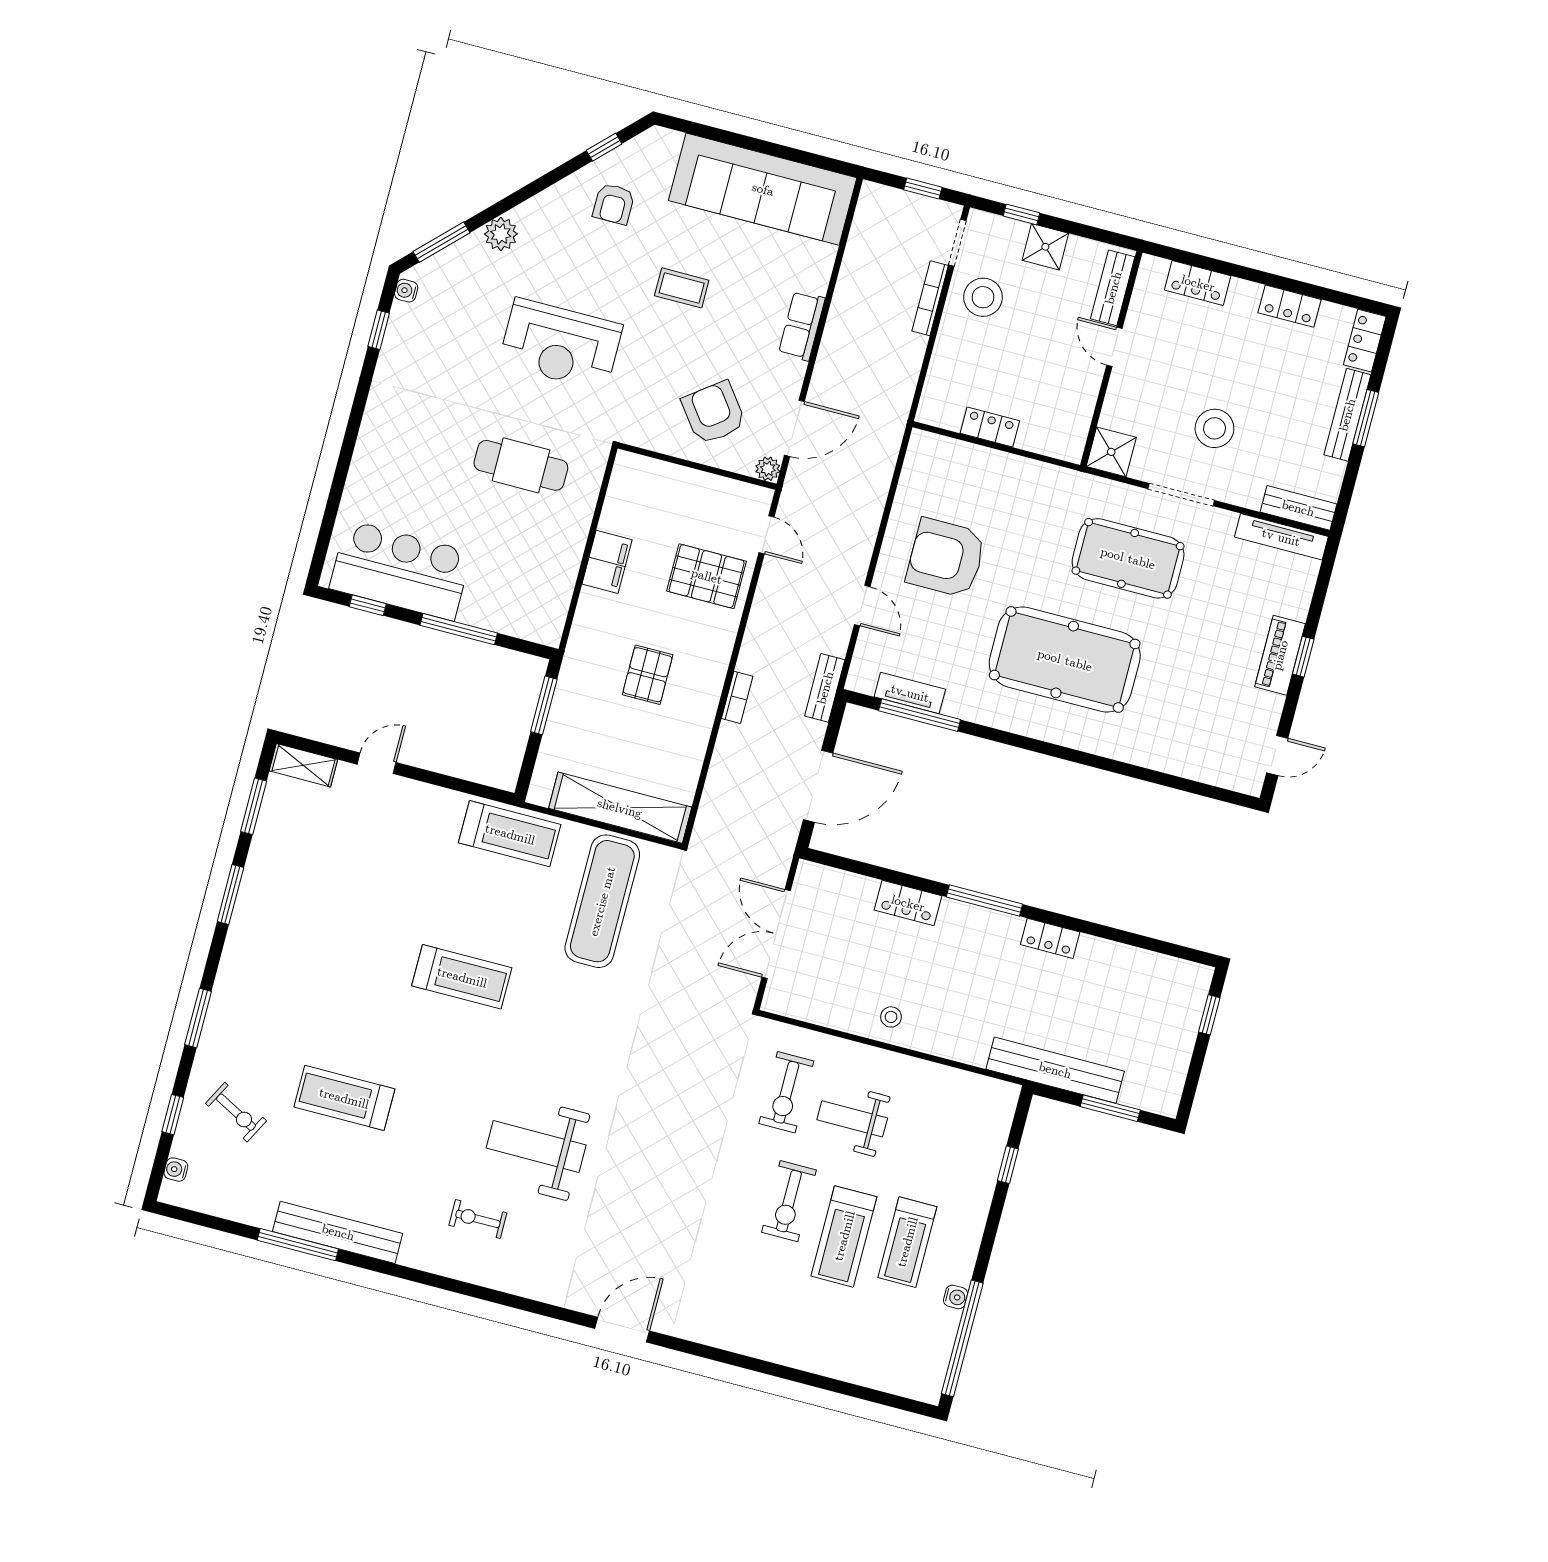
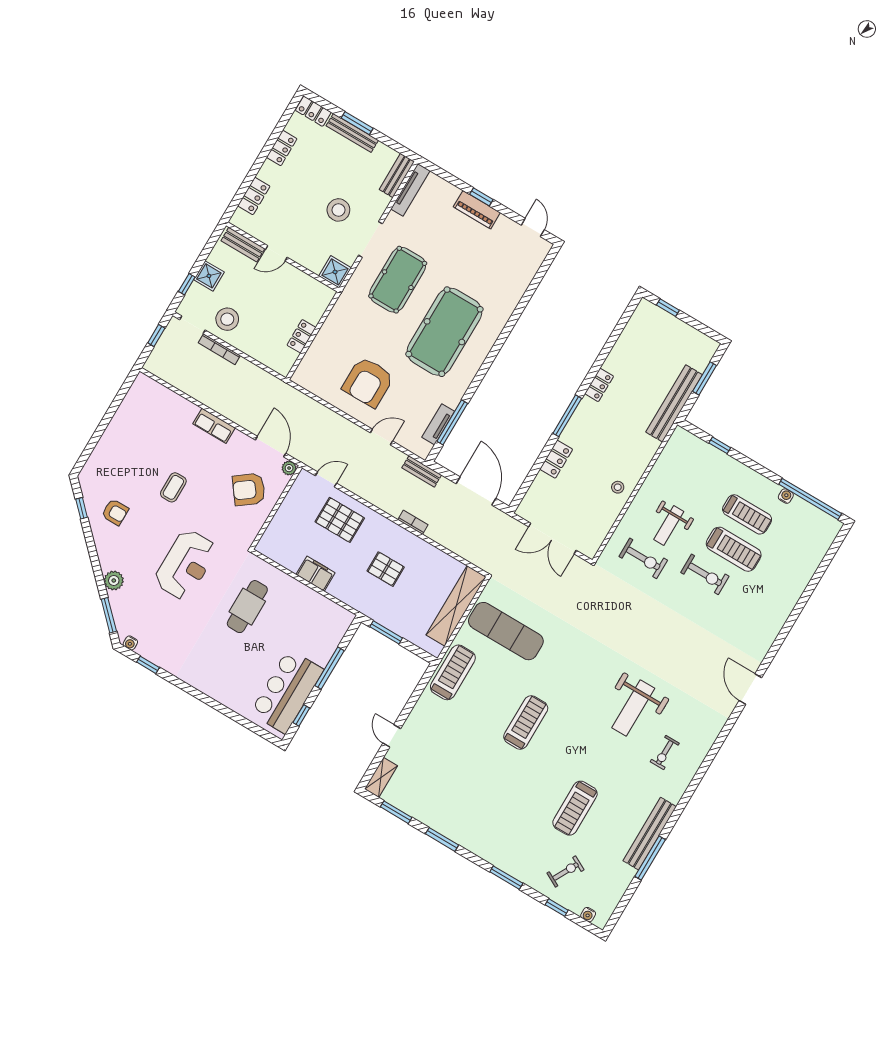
sofa: (763, 189) -> (131, 426), removed
pallet: (707, 576) -> (340, 520), turned 90

